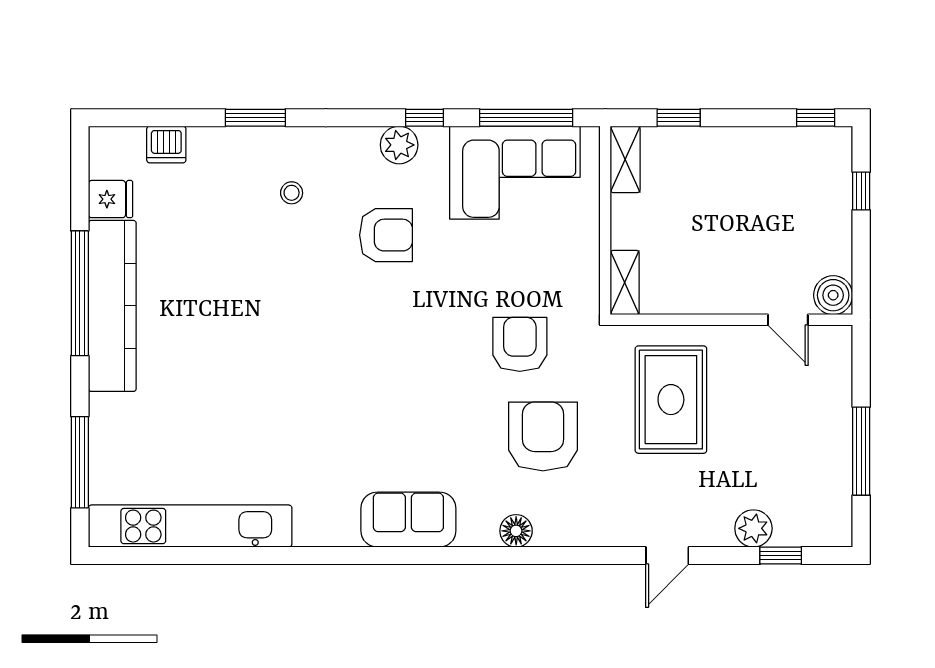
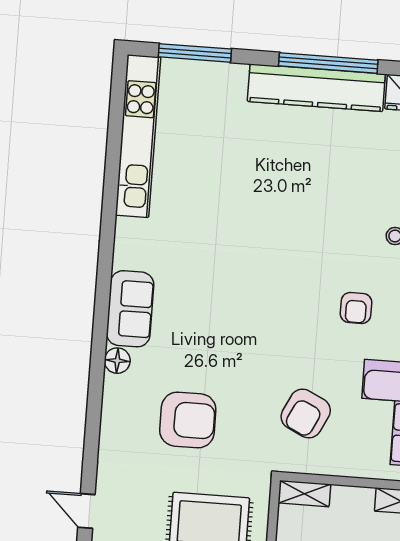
armchair: (386, 235) -> (356, 308), width x0.72, depth x0.72
armchair: (520, 344) -> (306, 414), moved, turned 116
floor lamp: (516, 531) -> (117, 361), moved

